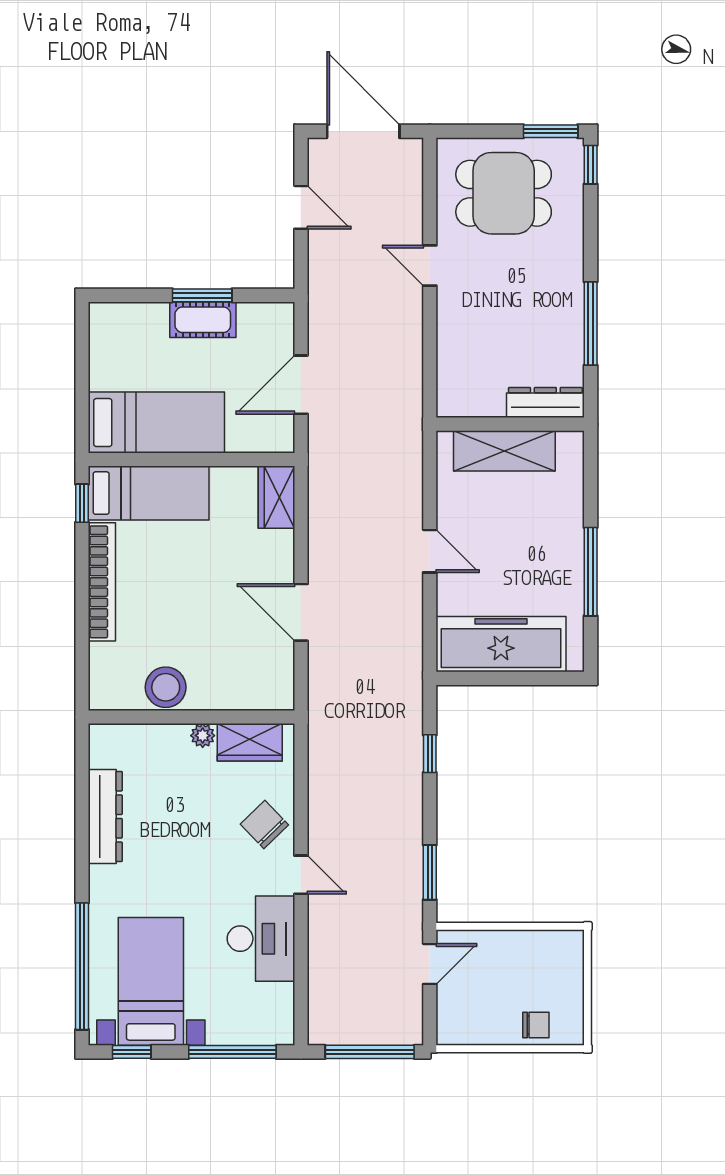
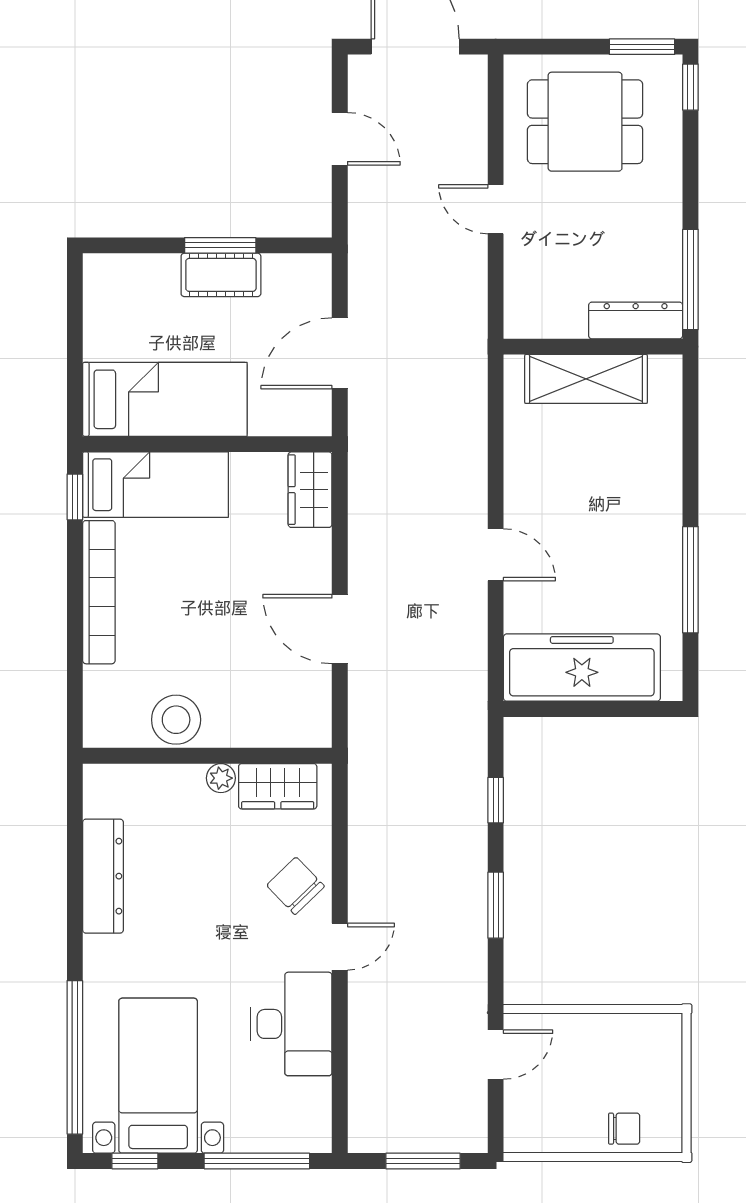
dresser: (545, 403) -> (636, 320), moved
wall: (510, 424) -> (593, 347), moved
shelving: (504, 451) -> (586, 379), moved
window: (430, 872) -> (496, 905), moved
door: (301, 875) -> (340, 947), hinge flipped
window: (370, 1052) -> (423, 1161), width x0.69

